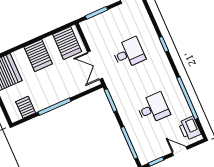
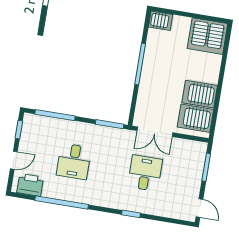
desk: (129, 53) -> (145, 173), turned 180
server rack: (38, 55) -> (200, 94), moved
double door: (95, 65) -> (155, 132), swing flipped
server rack: (26, 107) -> (161, 21), moved

